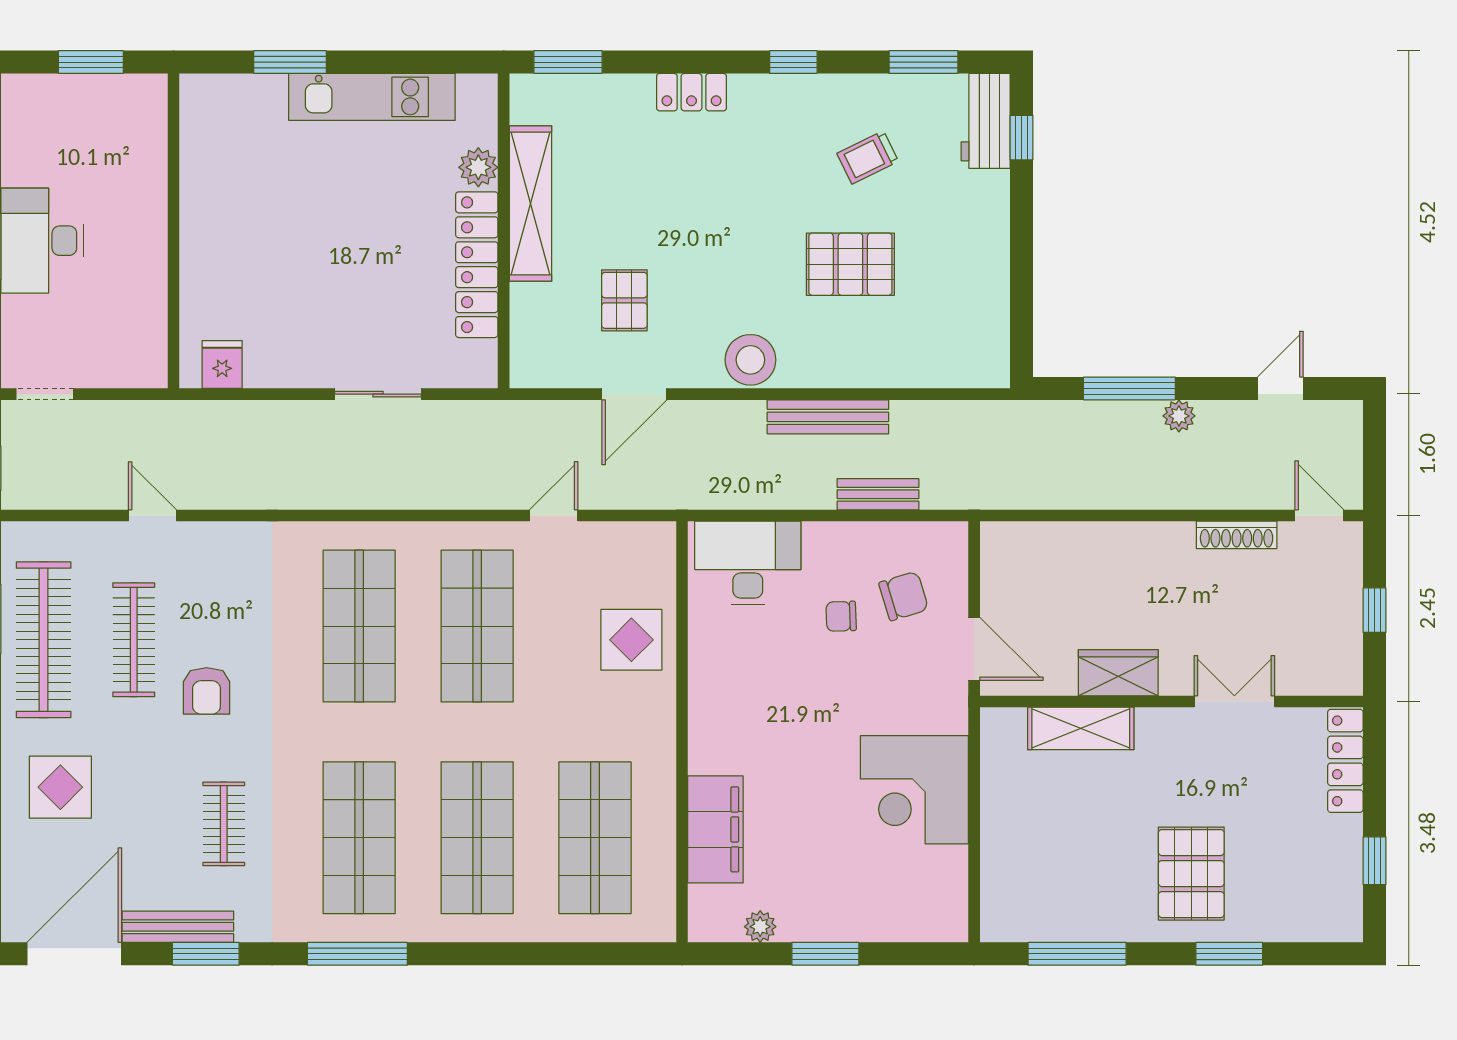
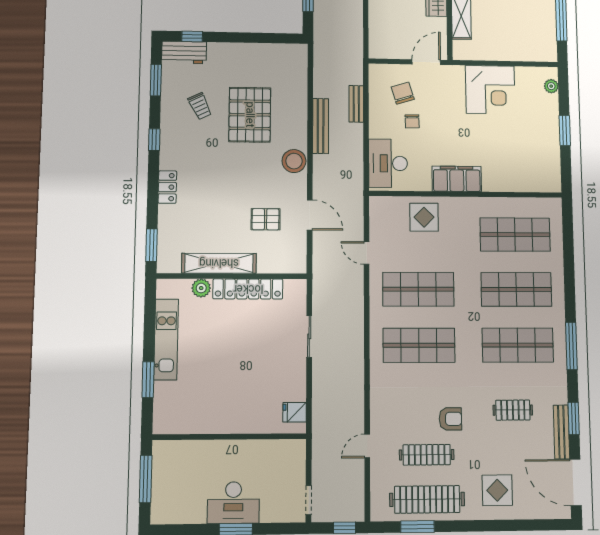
window: (91, 62) -> (146, 479), width x1.44
pallet: (850, 264) -> (250, 115), width x1.37, depth x1.41
filing cabinet: (715, 829) -> (457, 179), moved
plant: (760, 927) -> (551, 86), moved

